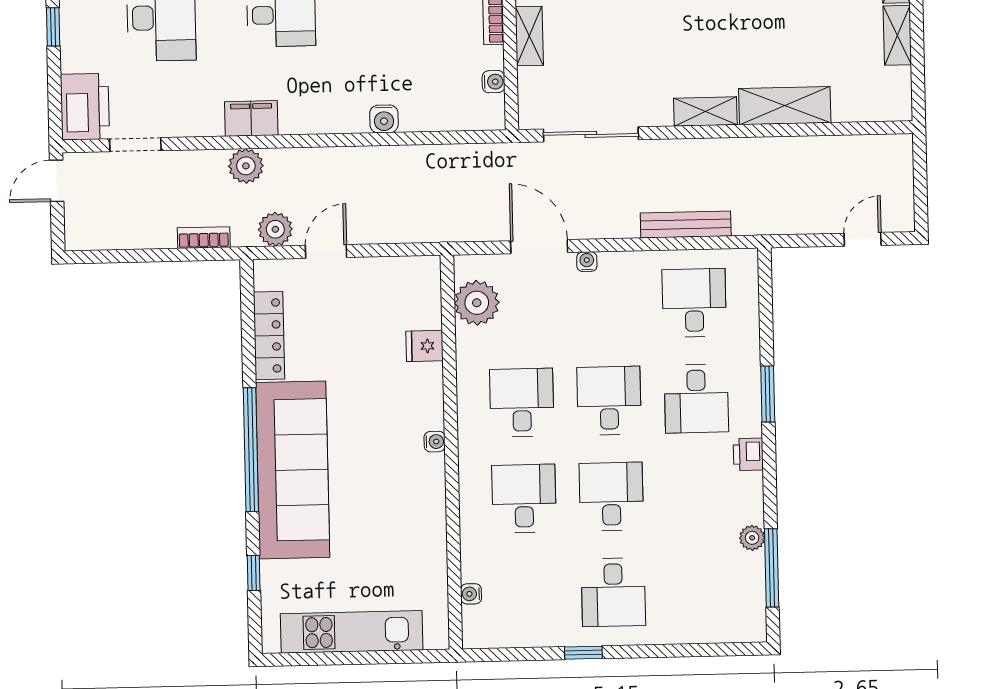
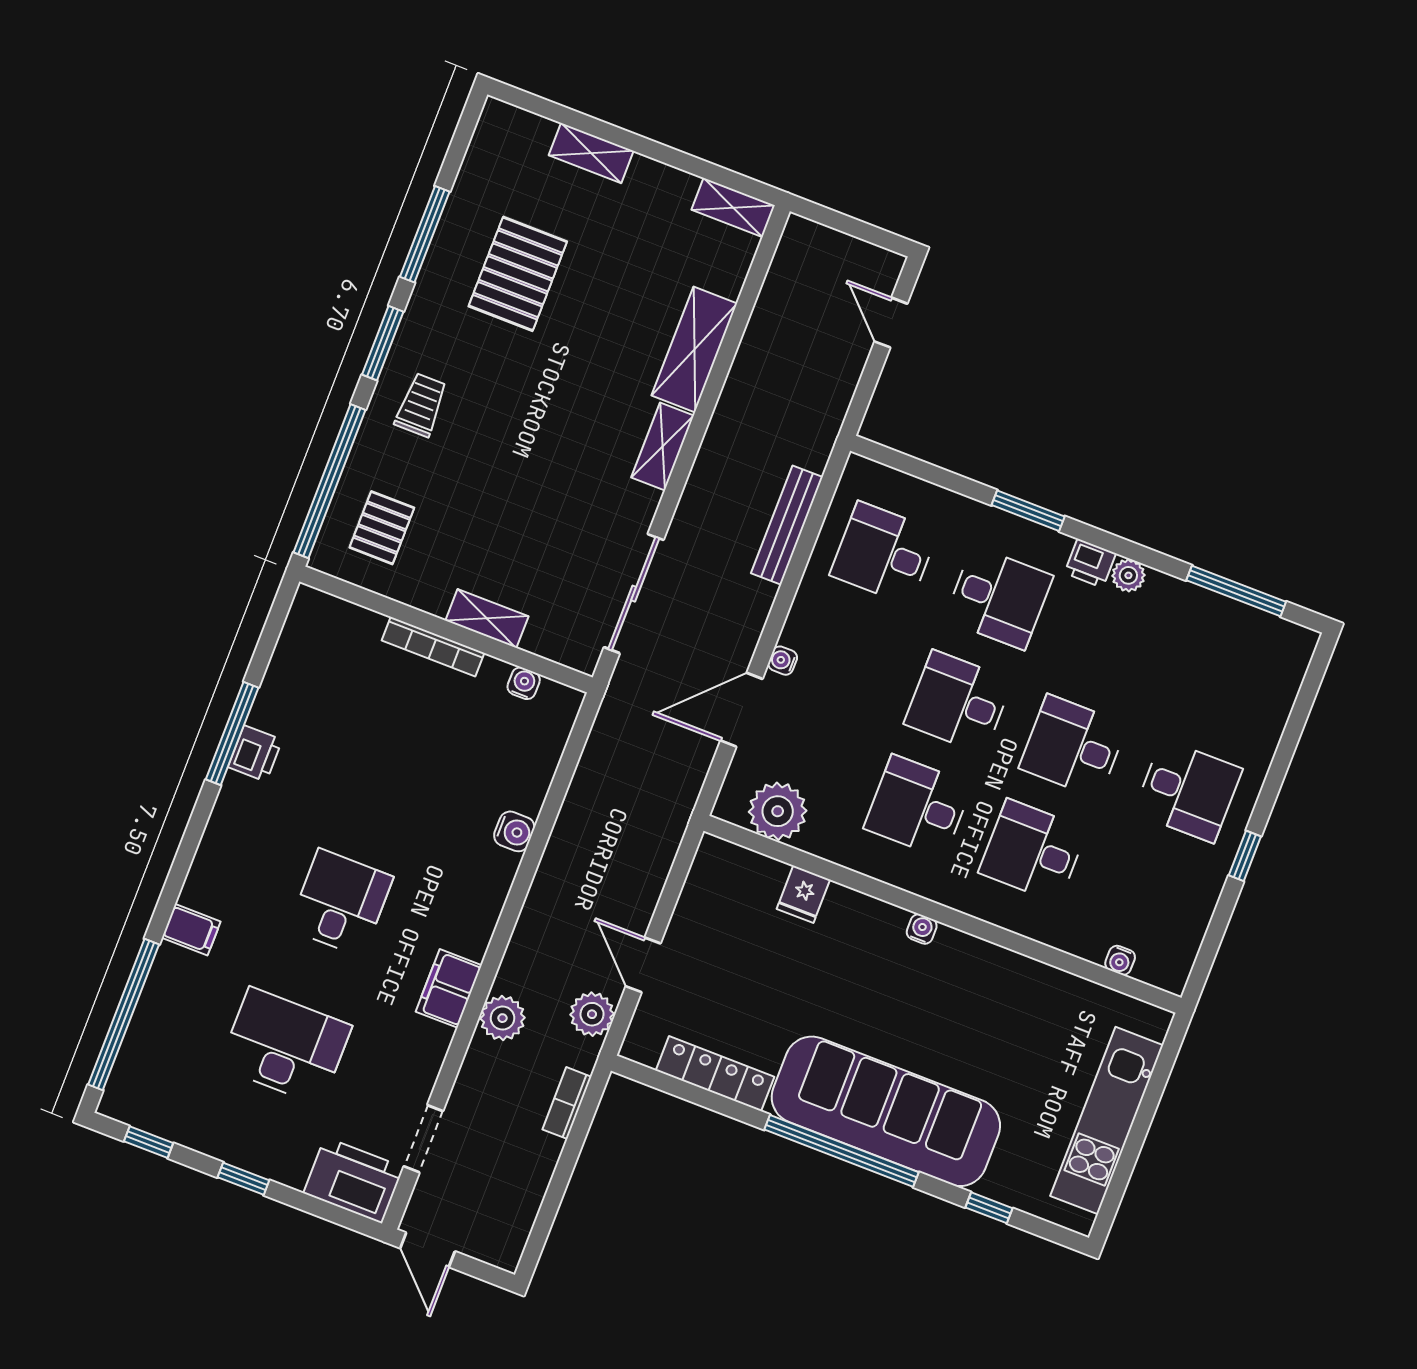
shelving: (897, 35) -> (733, 208), moved
plant: (752, 538) -> (1128, 575), moved

